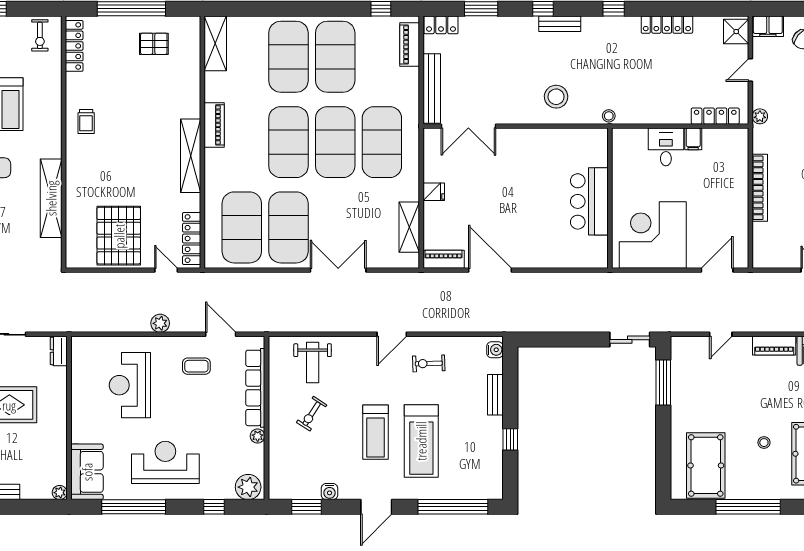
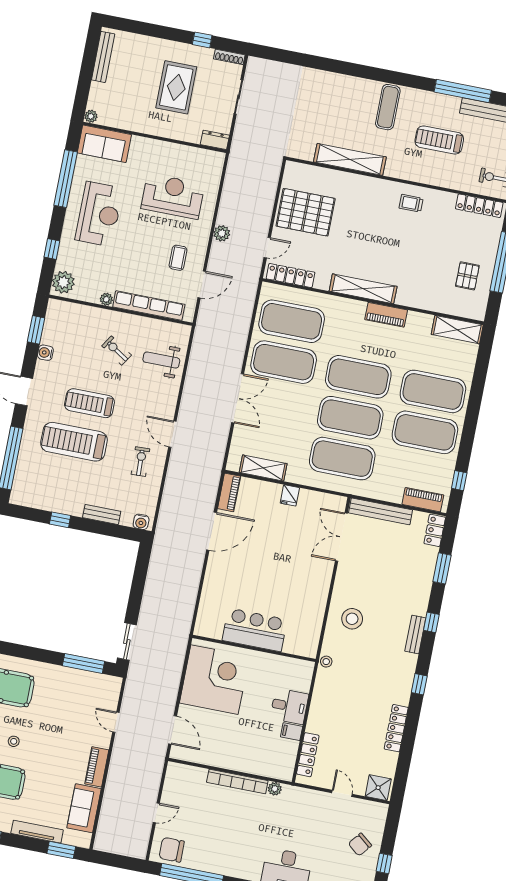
filing cabinet: (768, 26) -> (377, 816), removed
plant: (760, 116) -> (275, 789), moved

